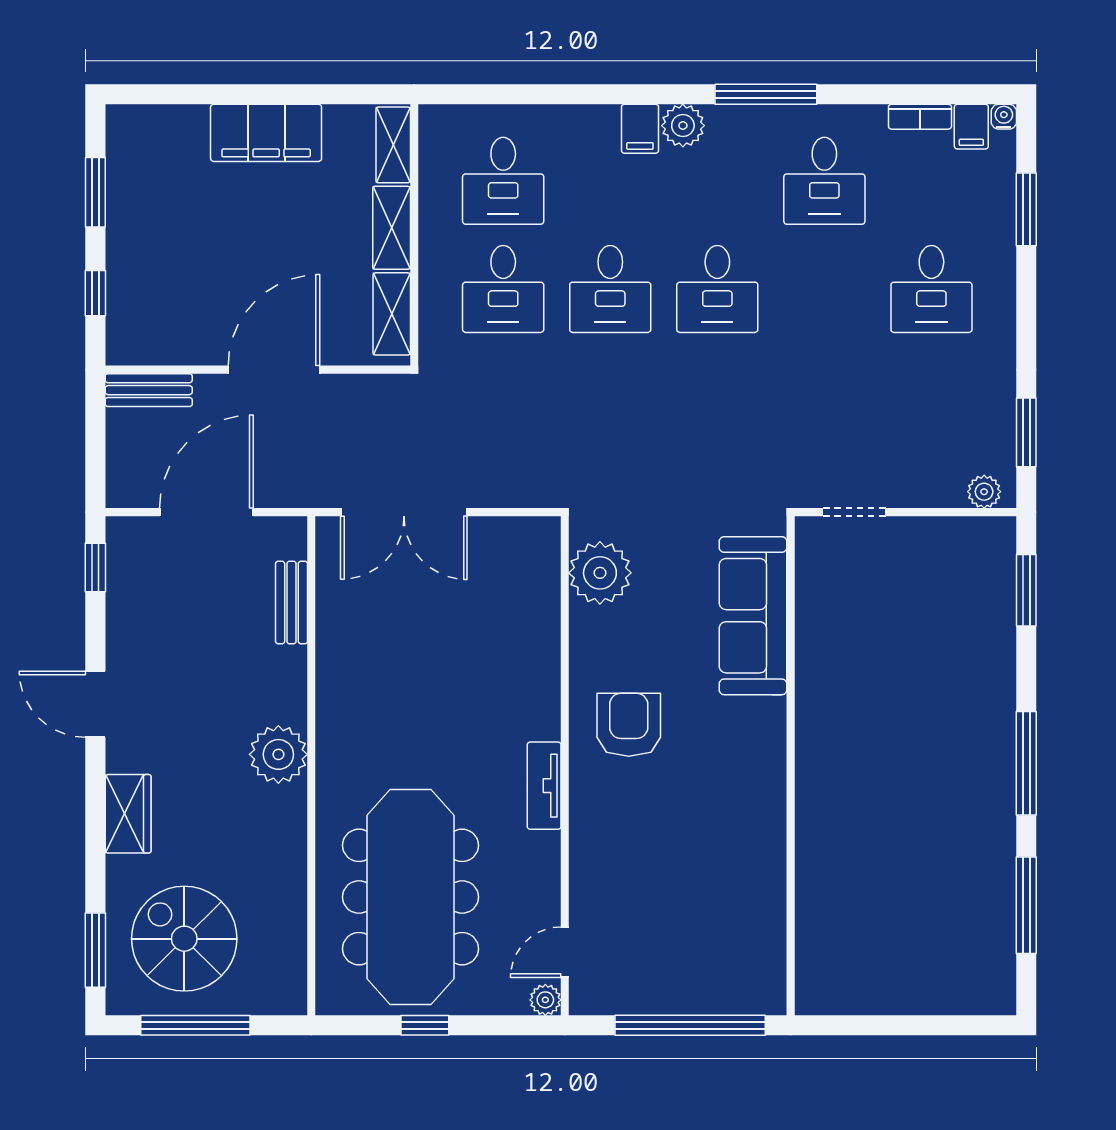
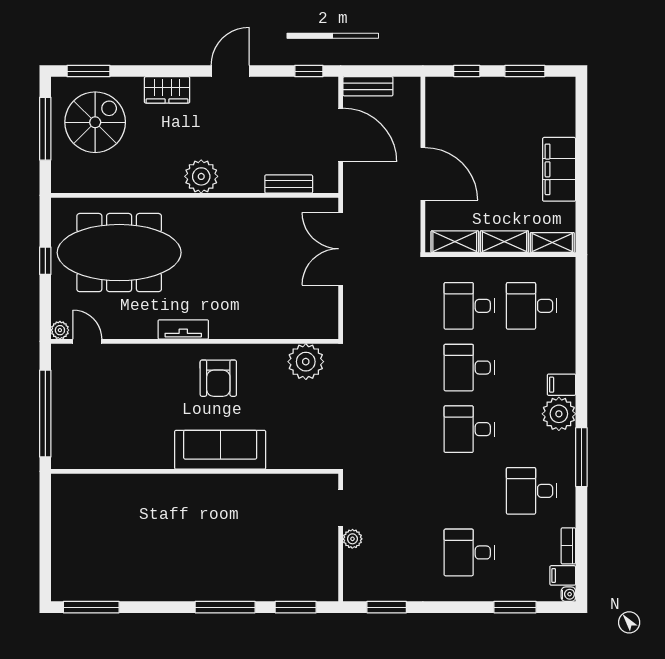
plant: (683, 126) -> (559, 414), width x1.36, depth x1.36
bench: (149, 390) -> (368, 86), moved, turned 90
plant: (984, 492) -> (352, 539), moved
sofa: (753, 616) -> (220, 450), moved
armchair: (629, 725) -> (218, 378), turned 90
window: (1026, 763) -> (225, 607), moved
window: (1026, 905) -> (91, 607), moved

